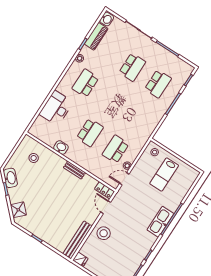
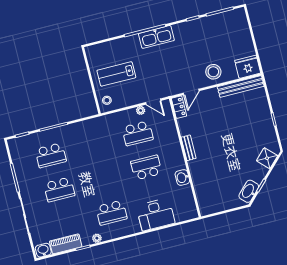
school desk: (132, 67) -> (59, 189), turned 180
school desk: (158, 84) -> (51, 155), turned 180
stool: (34, 158) -> (214, 190), removed
lab bench: (164, 175) -> (116, 74), turned 180
fridge: (80, 259) -> (248, 67), width x1.88, depth x1.34

